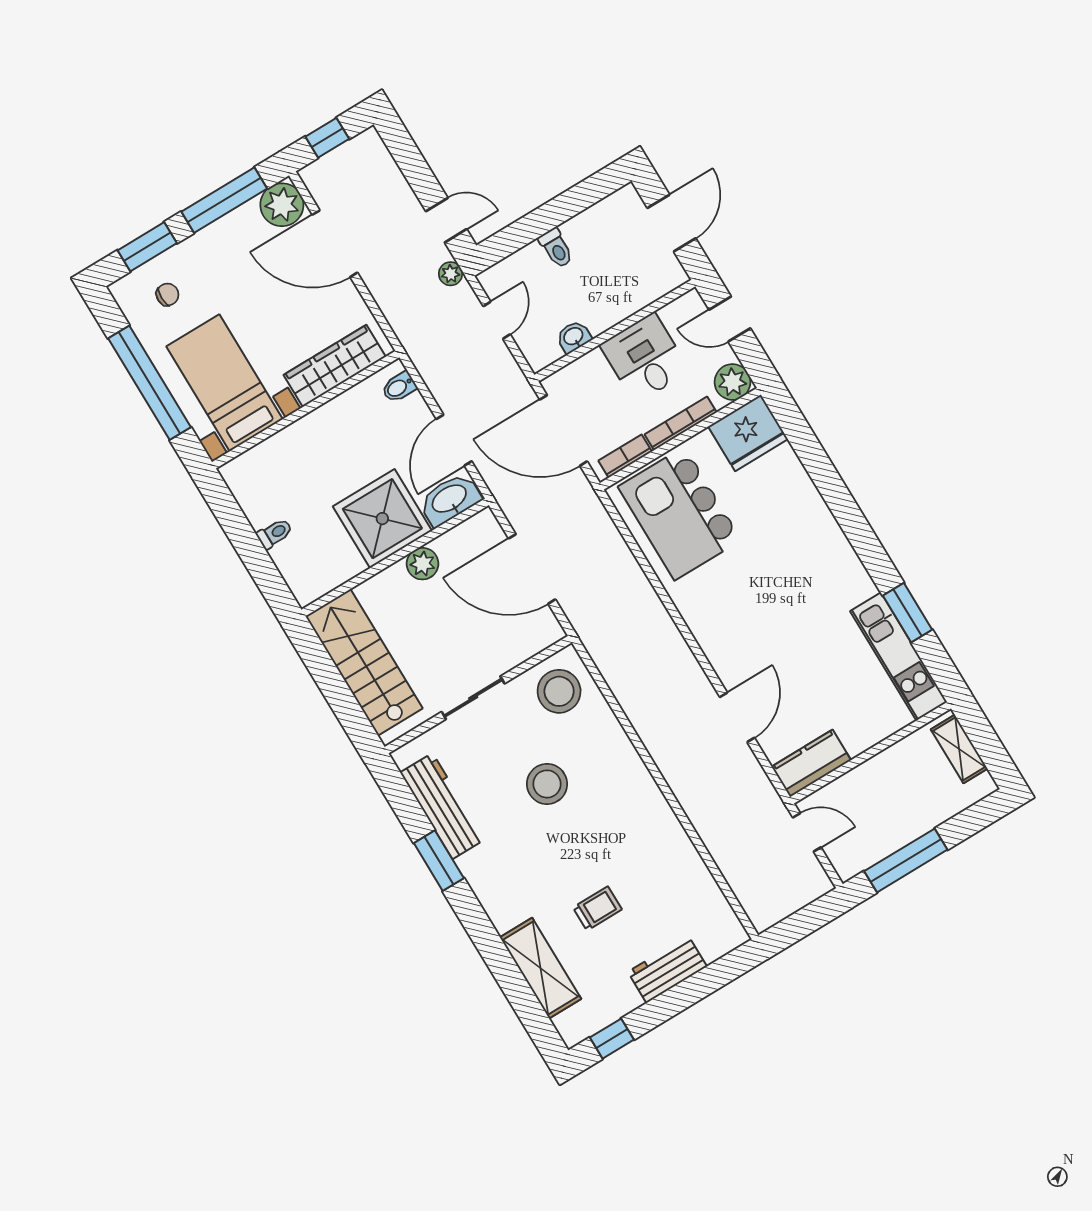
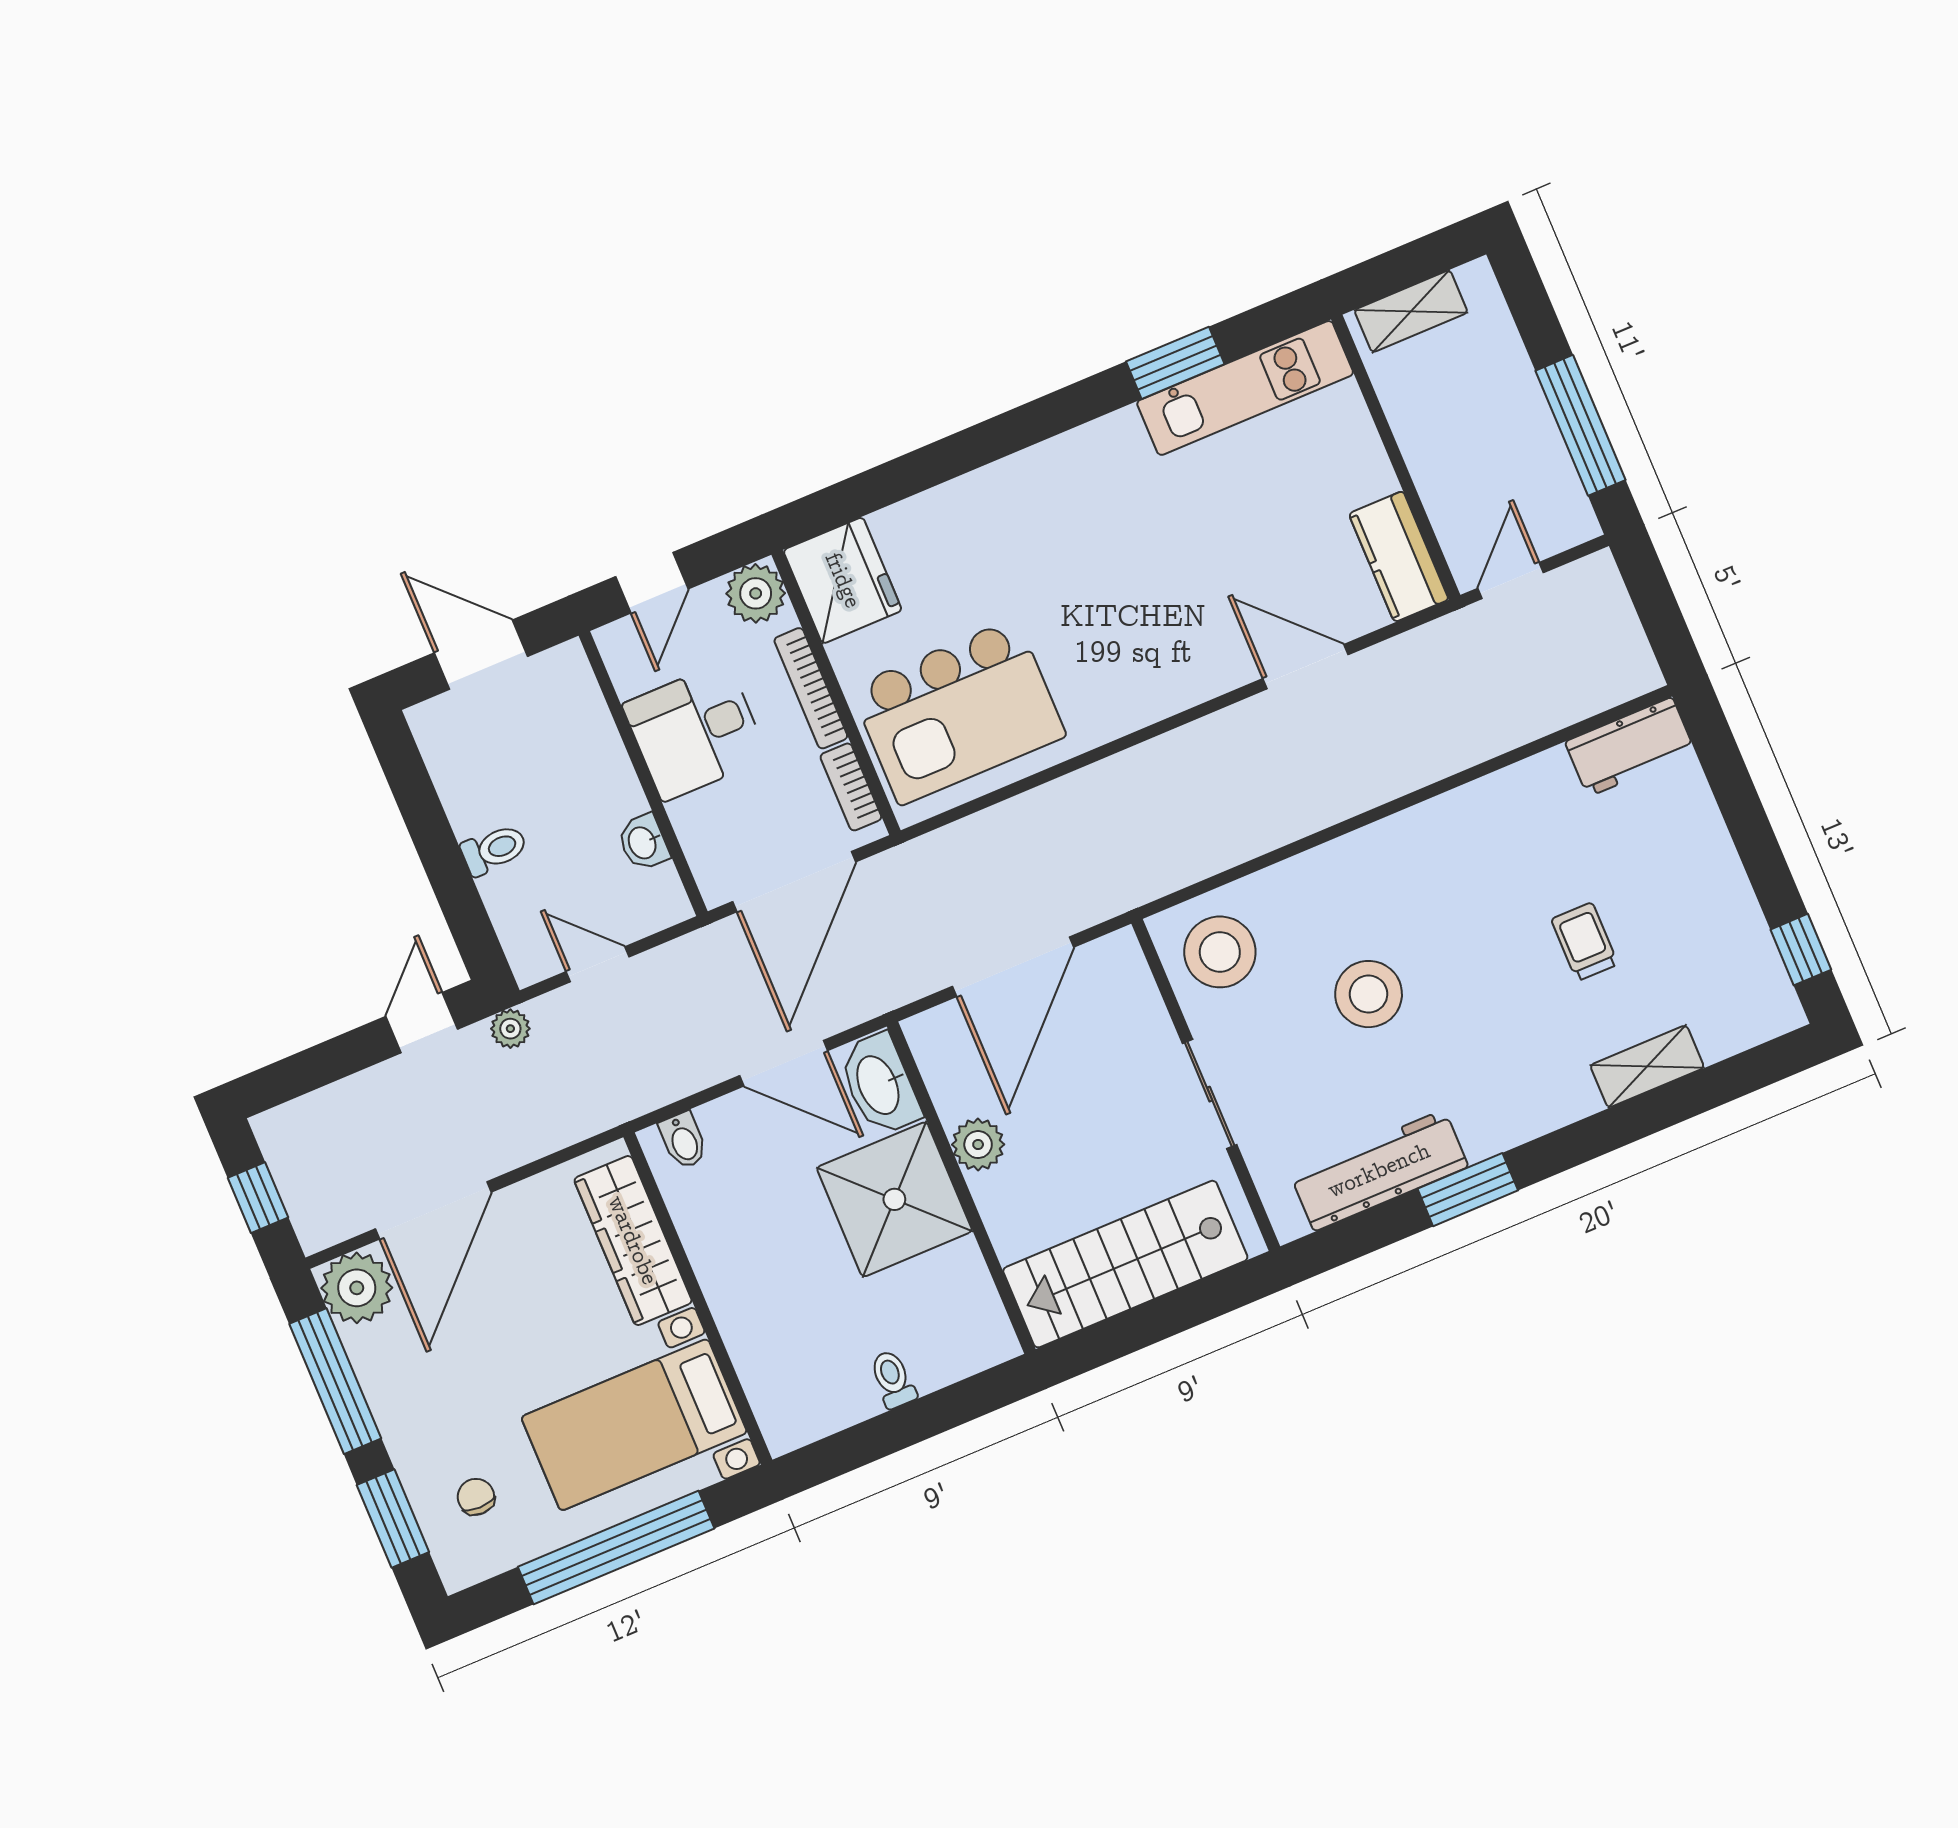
shelving: (541, 968) -> (1647, 1066), width x0.67, depth x0.75
workbench: (667, 969) -> (1630, 747), moved, turned -90

